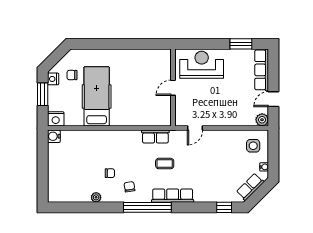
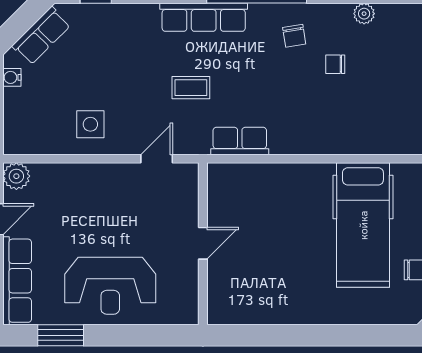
reception desk: (202, 65) -> (110, 286), moved
side table: (253, 146) -> (90, 124), moved
coffee table: (165, 164) -> (191, 88), moved

